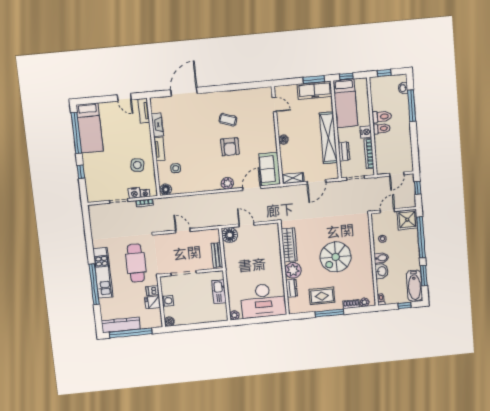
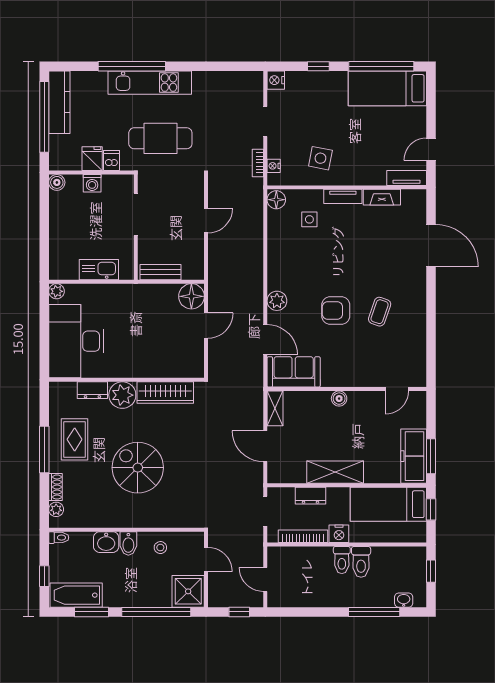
shelving: (328, 138) -> (335, 472), width x0.68
nightstand: (134, 193) -> (276, 80), moved

